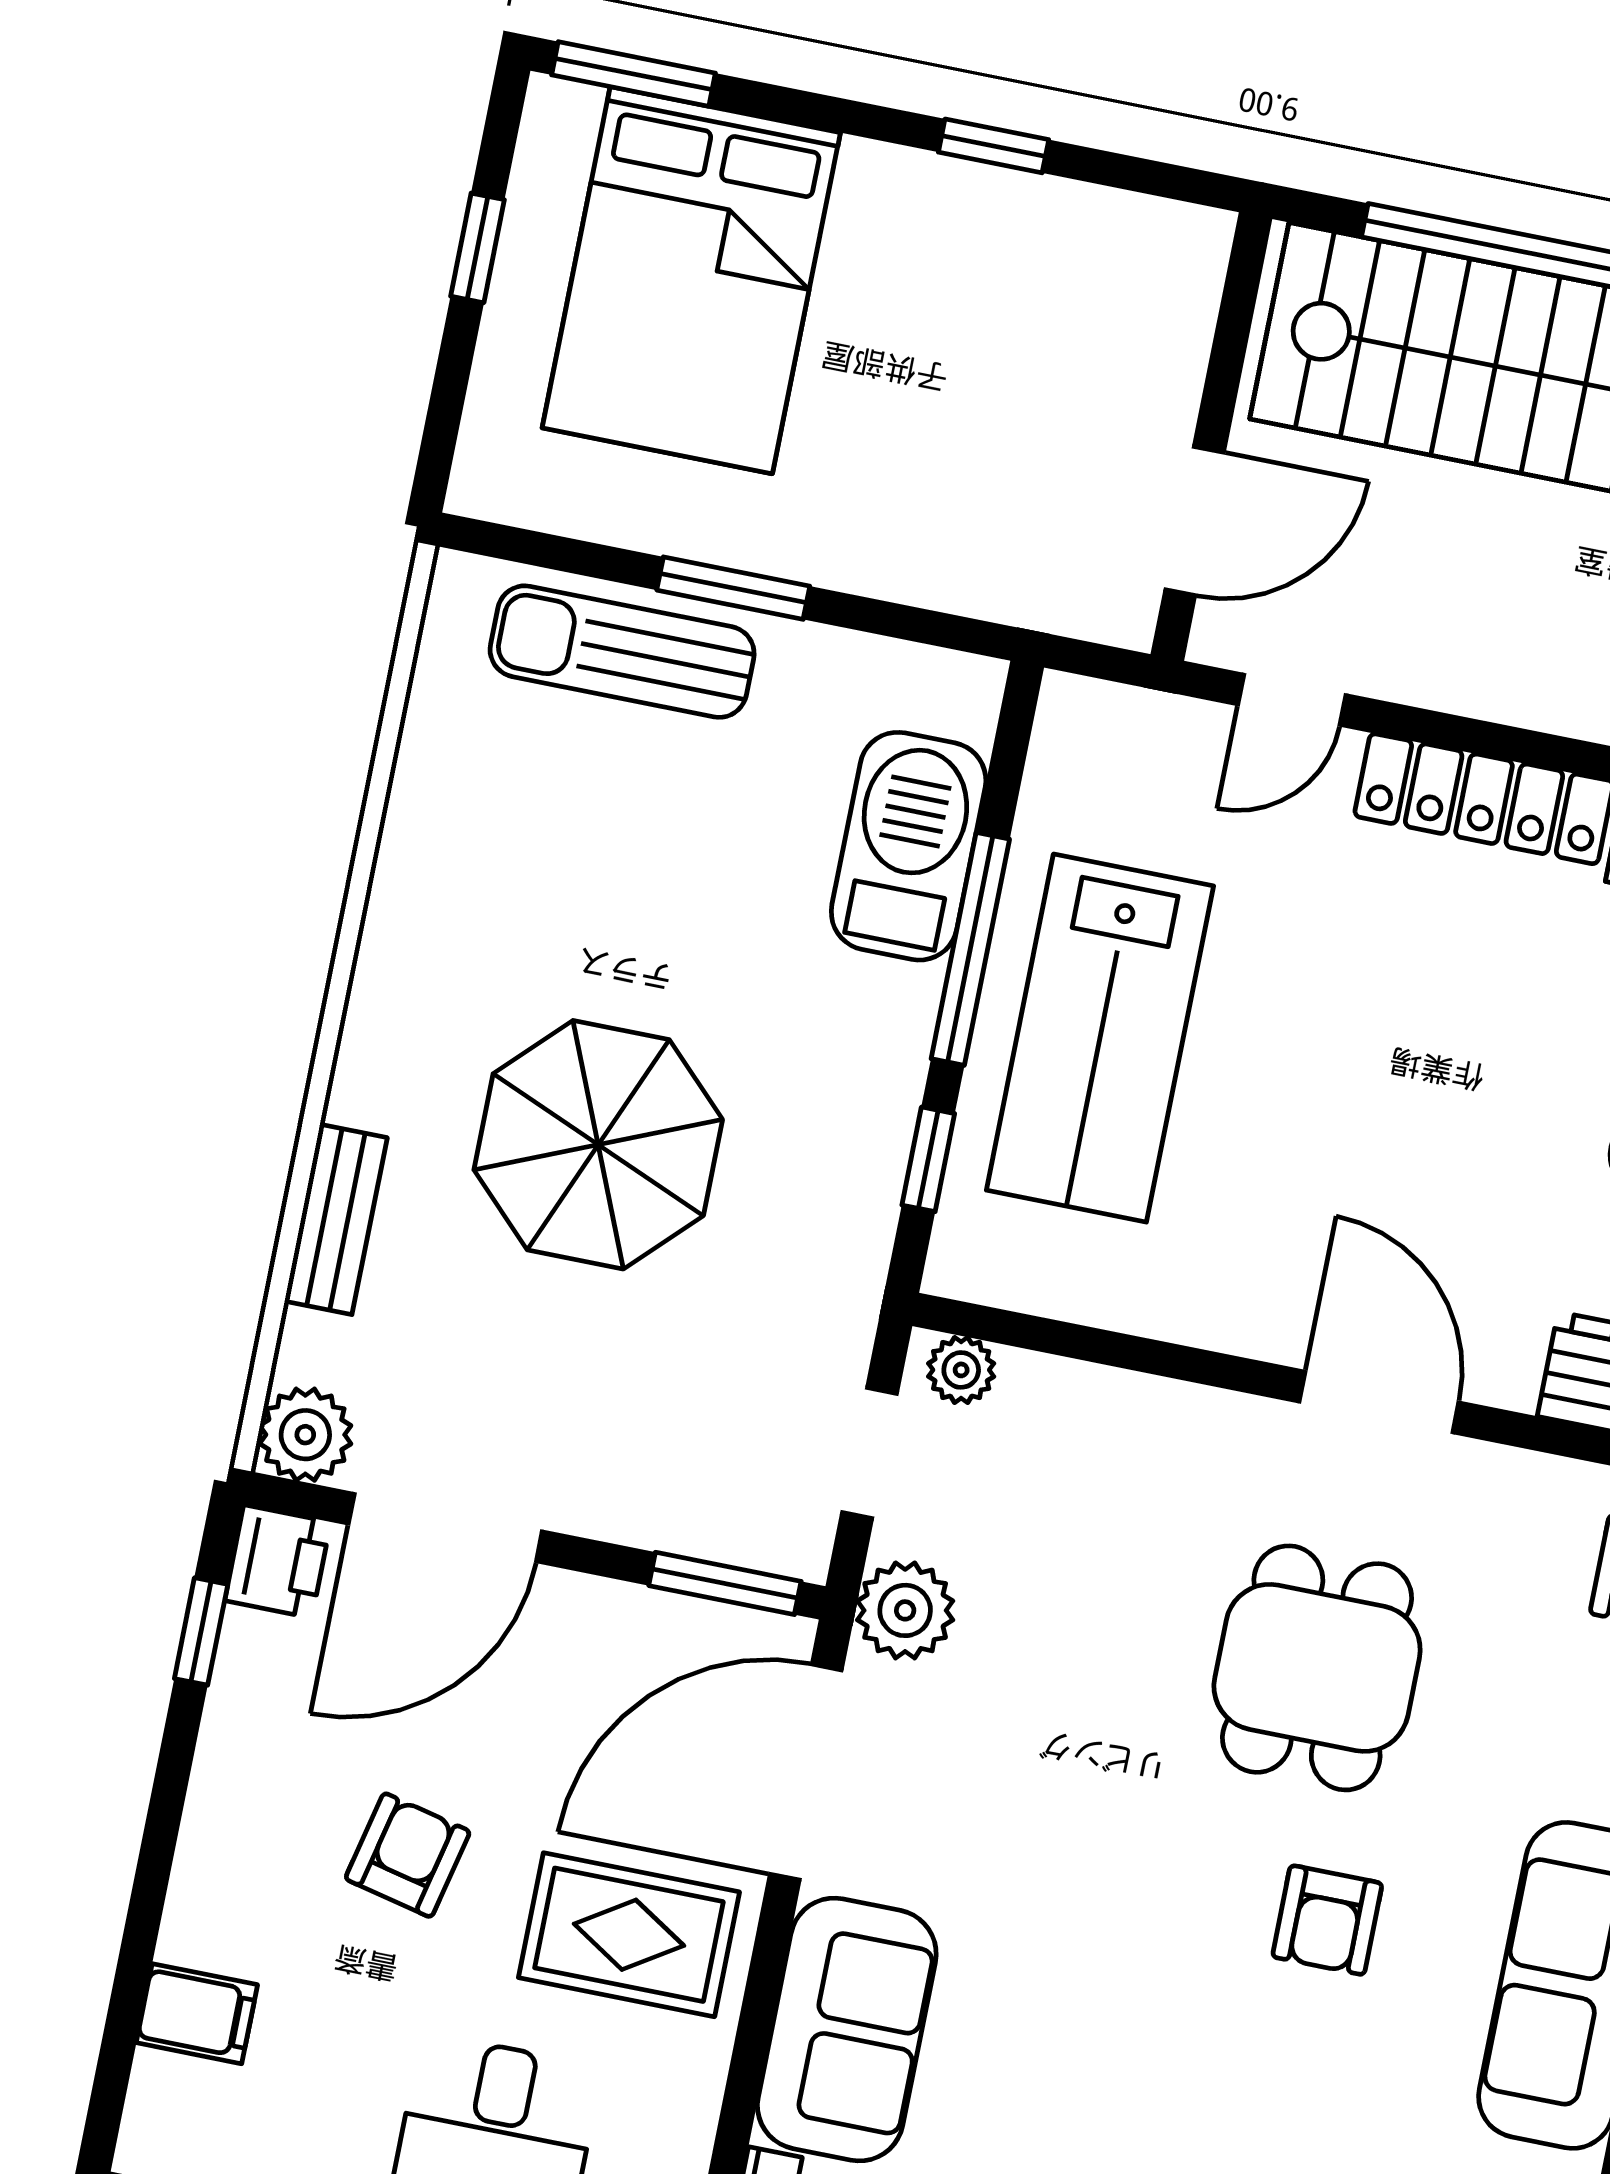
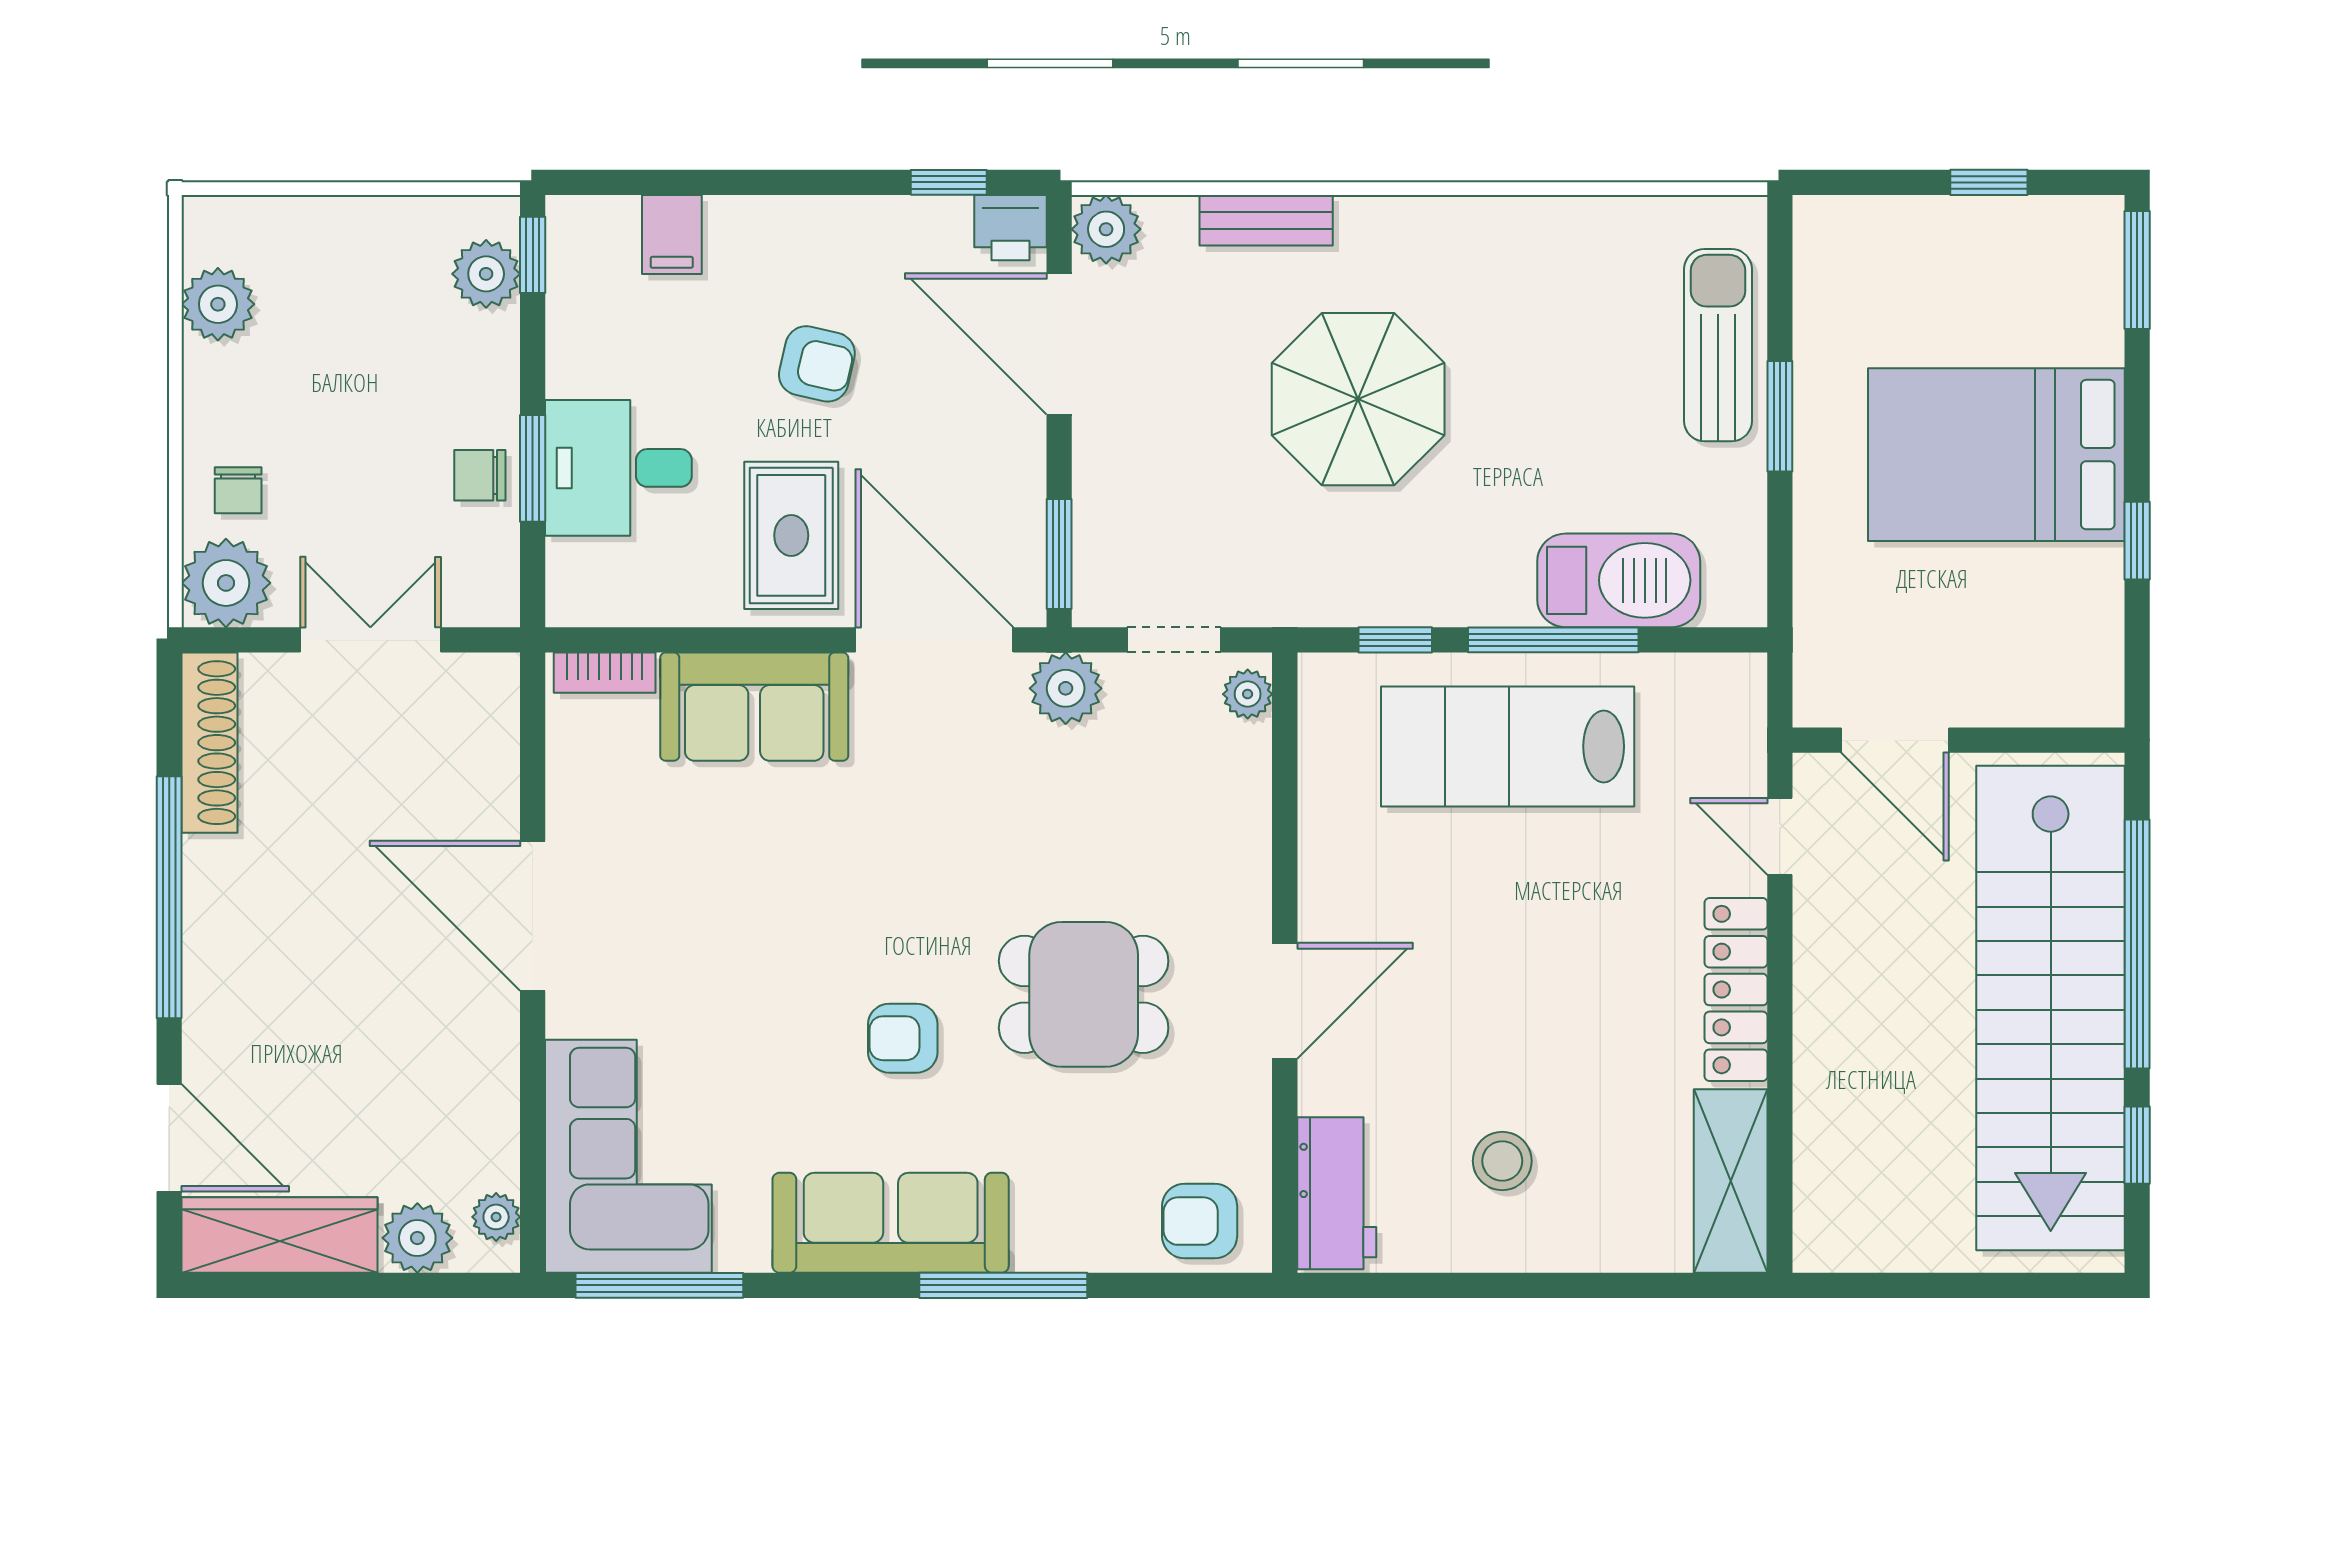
bed: (691, 280) -> (1996, 455), moved

